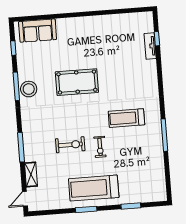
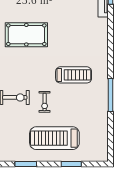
treadmill: (126, 118) -> (74, 75), turned 180
treadmill: (94, 188) -> (54, 138), moved

